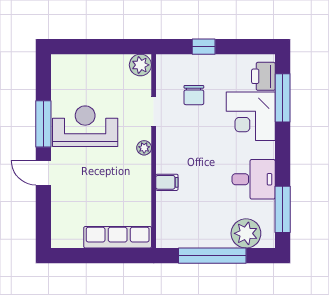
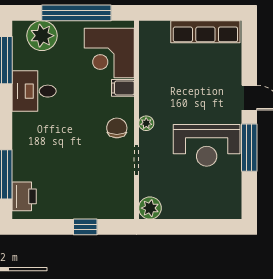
chair: (194, 95) -> (117, 128), moved
corner desk: (251, 116) -> (109, 53), moved, turned 180
row of seats: (118, 237) -> (205, 32), moved

